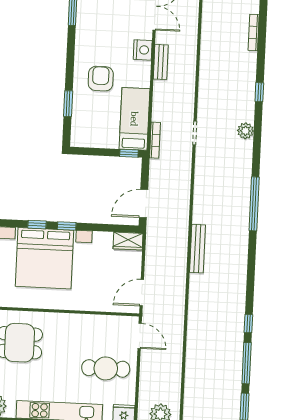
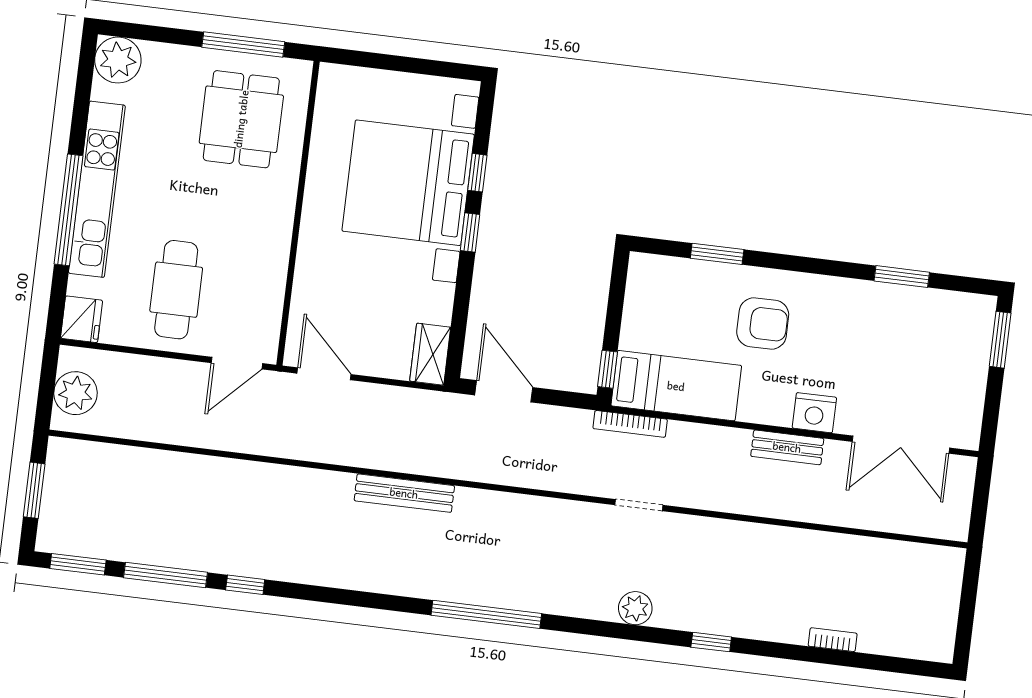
bookcase: (254, 33) -> (833, 640), width x0.64

